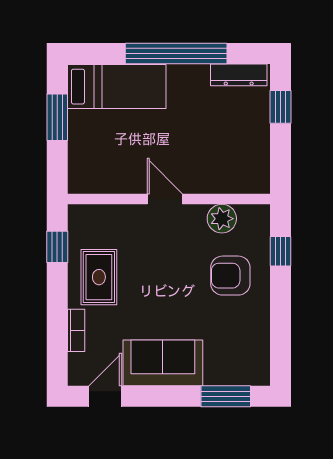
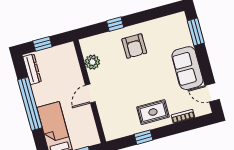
door: (165, 199) -> (90, 93), moved
wall: (169, 199) -> (90, 91), moved
plant: (222, 219) -> (92, 62), moved

